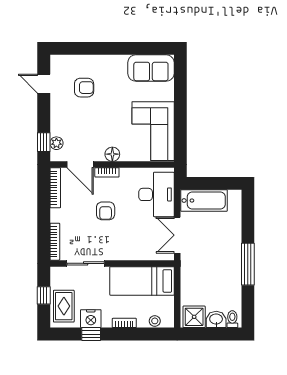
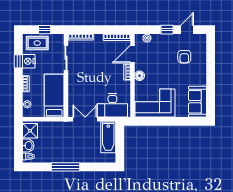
window: (44, 142) -> (167, 30), moved
armchair: (106, 211) -> (101, 71), removed

